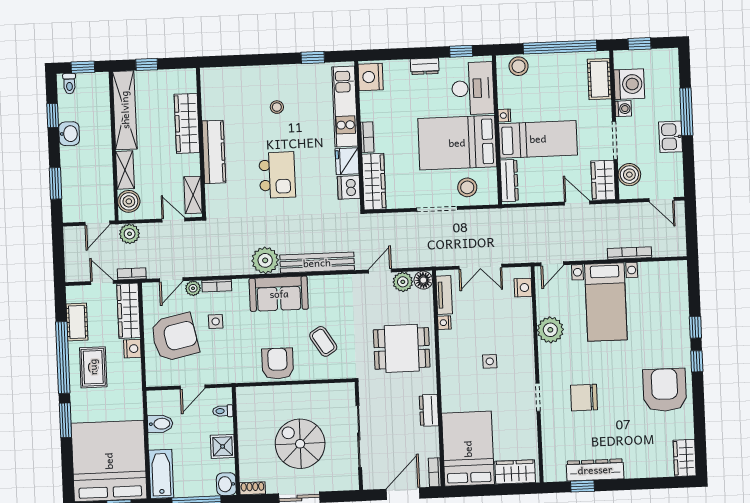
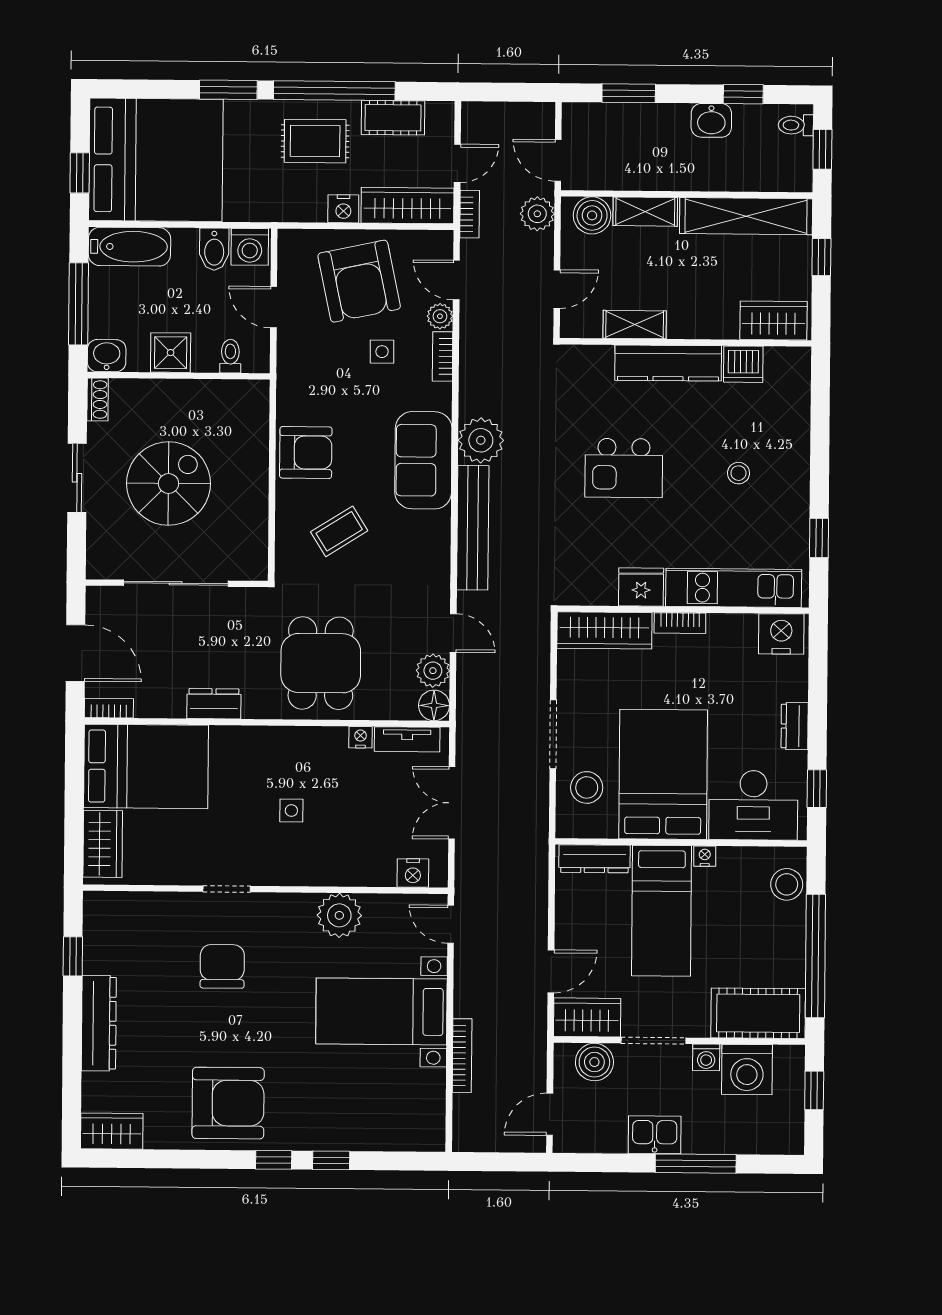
cot: (599, 79) -> (758, 1013), width x1.37, depth x1.34
wardrobe: (187, 123) -> (773, 321), moved, width x0.67
dishwasher: (349, 187) -> (743, 364), moved, turned 180
shelving: (193, 195) -> (635, 325), moved
washing machine: (158, 403) -> (250, 247), added
dresser: (595, 470) -> (99, 1023), moved

